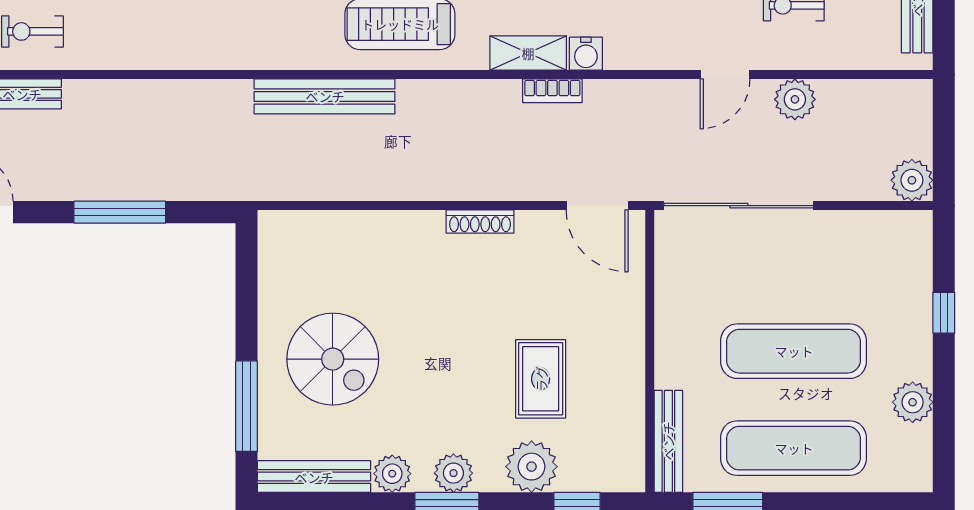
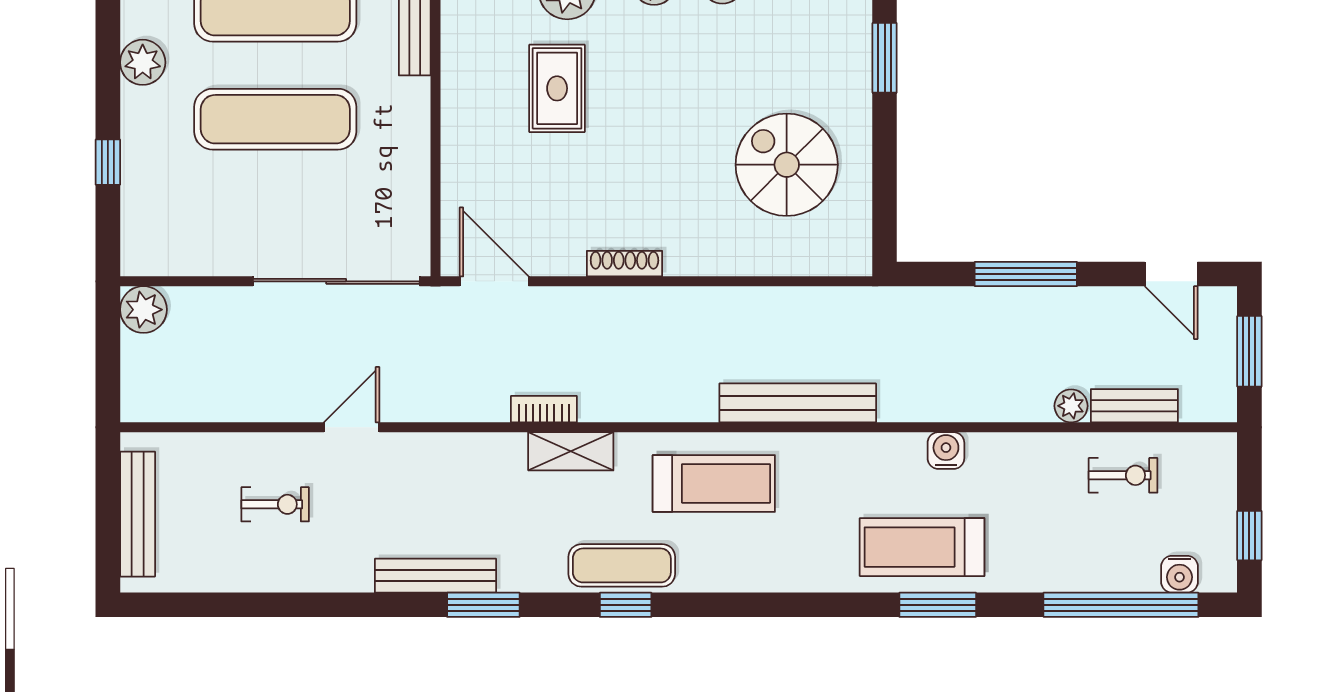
water cooler: (586, 54) -> (946, 451), moved
plant: (795, 99) -> (1071, 406), moved, width x0.73, depth x0.73
spiral stairs: (333, 359) -> (787, 165), moved
window: (247, 406) -> (885, 58), width x0.69

